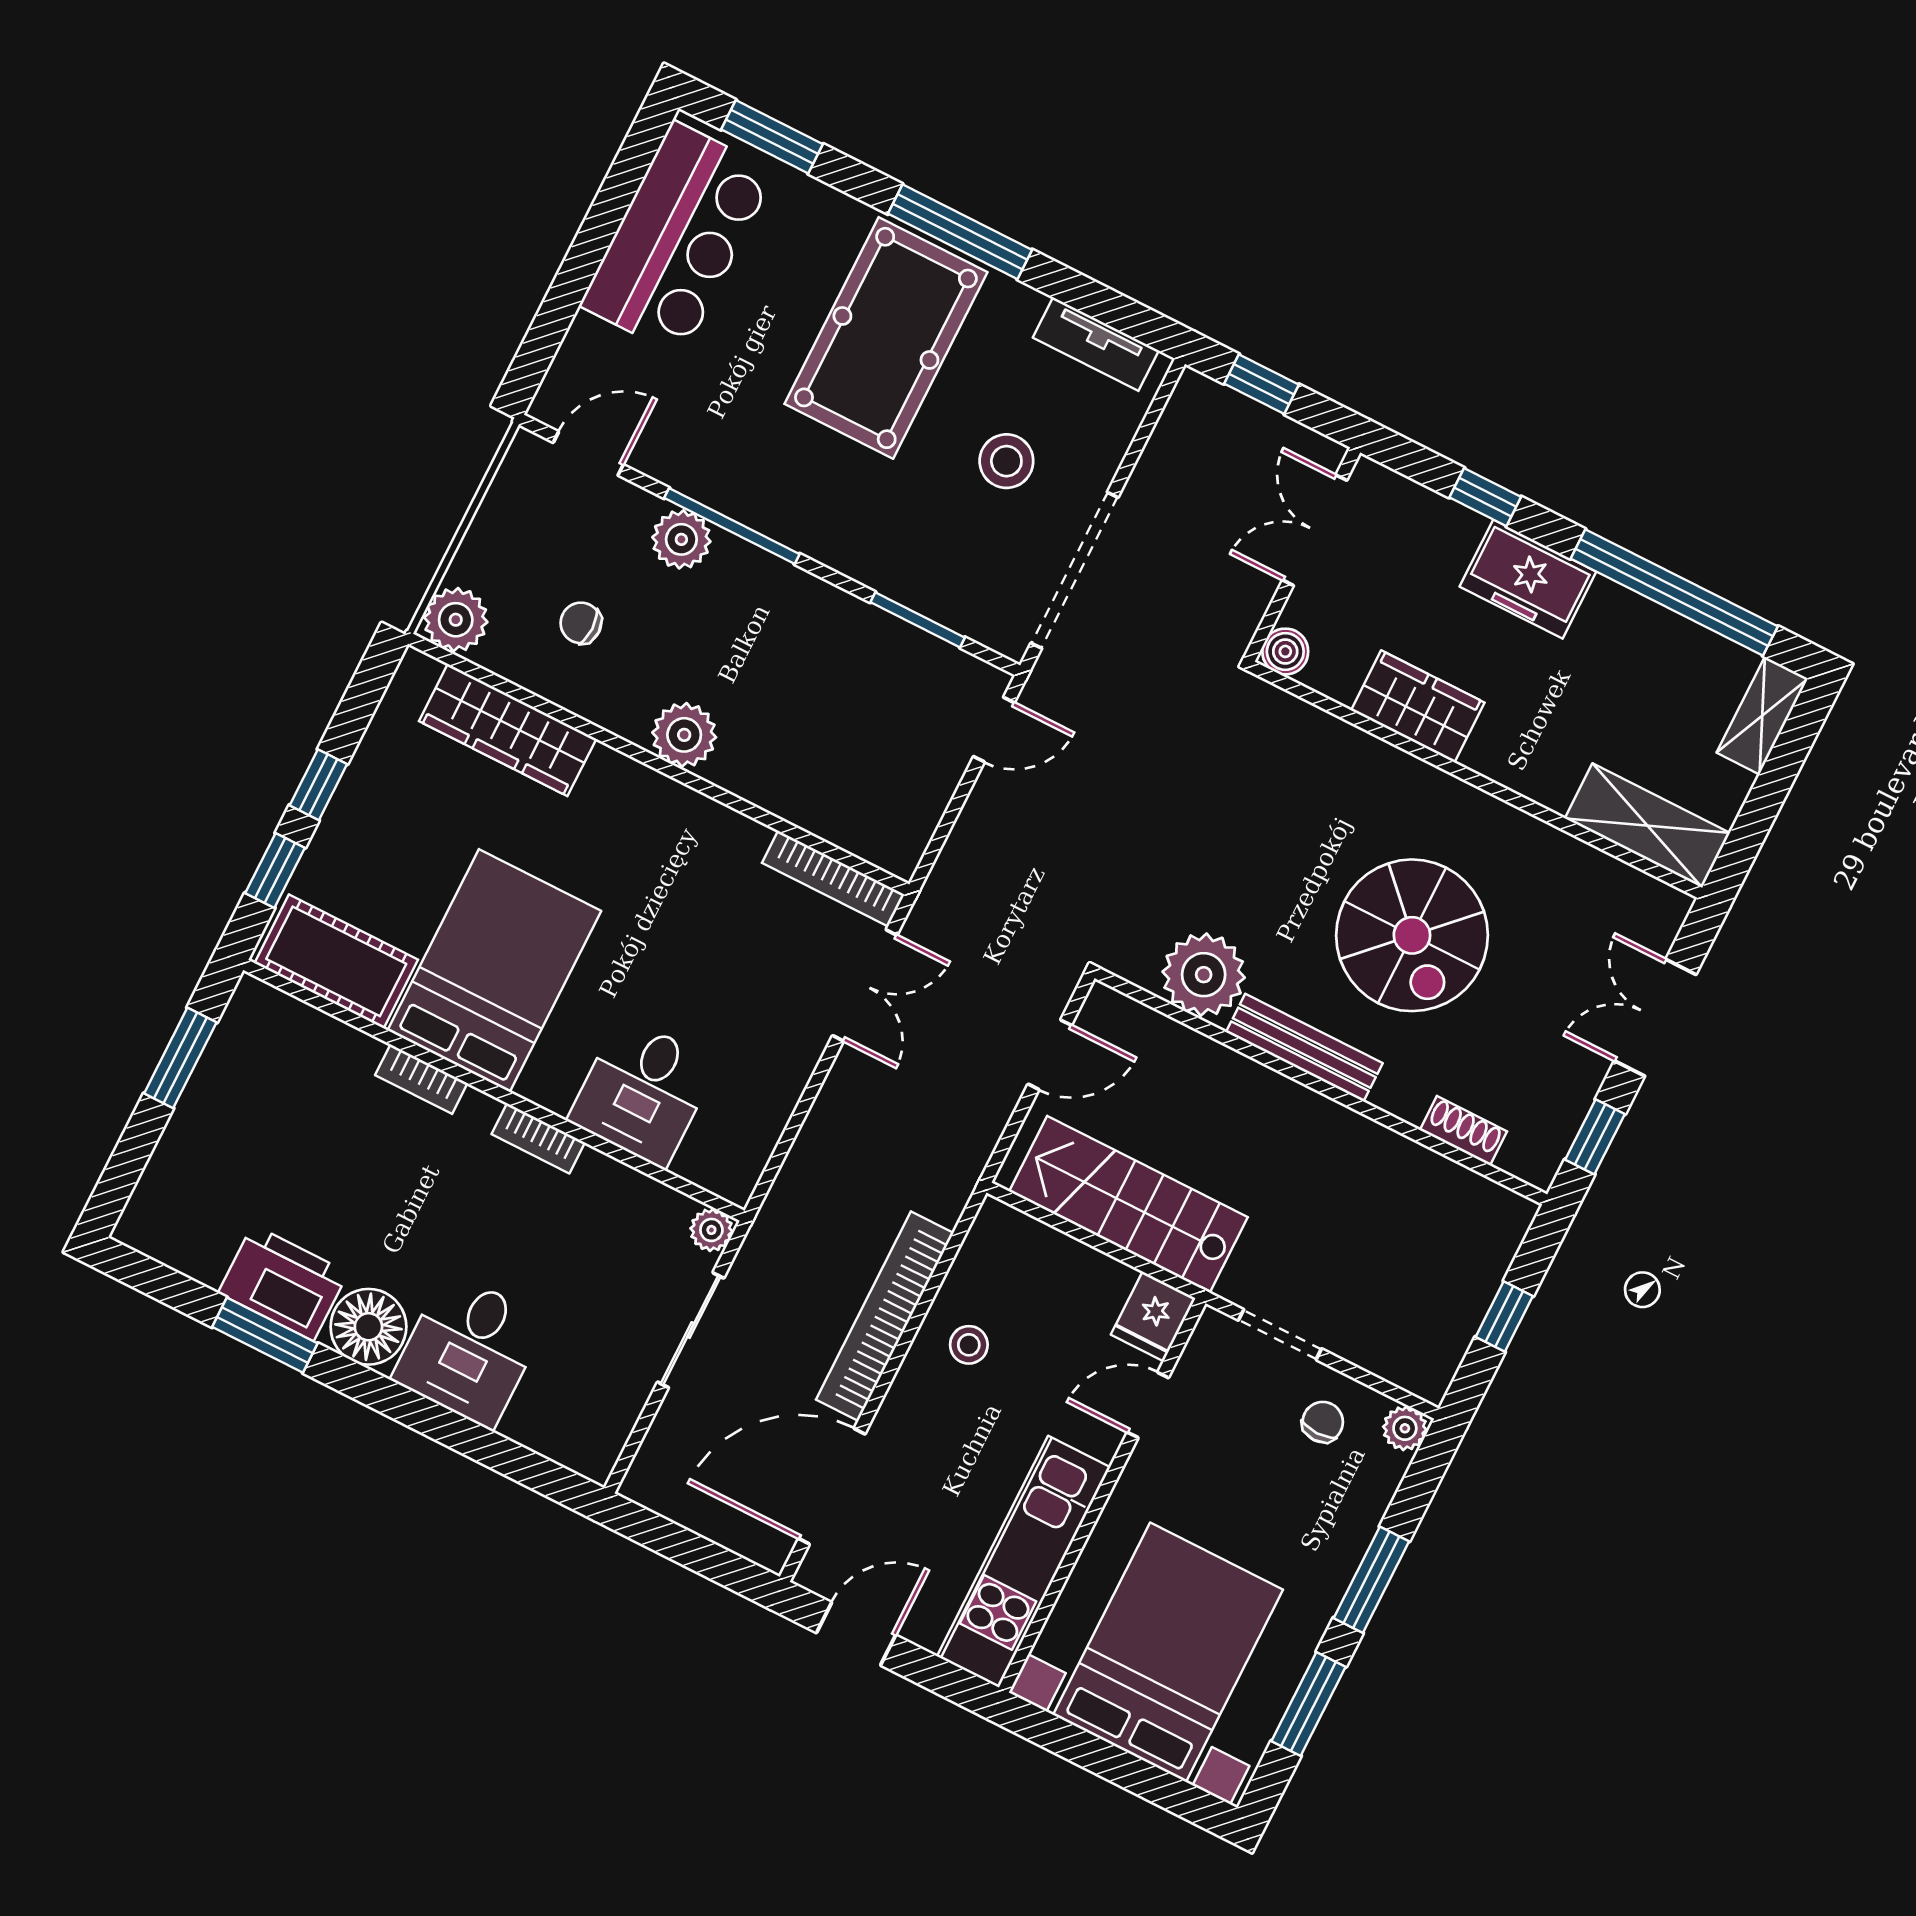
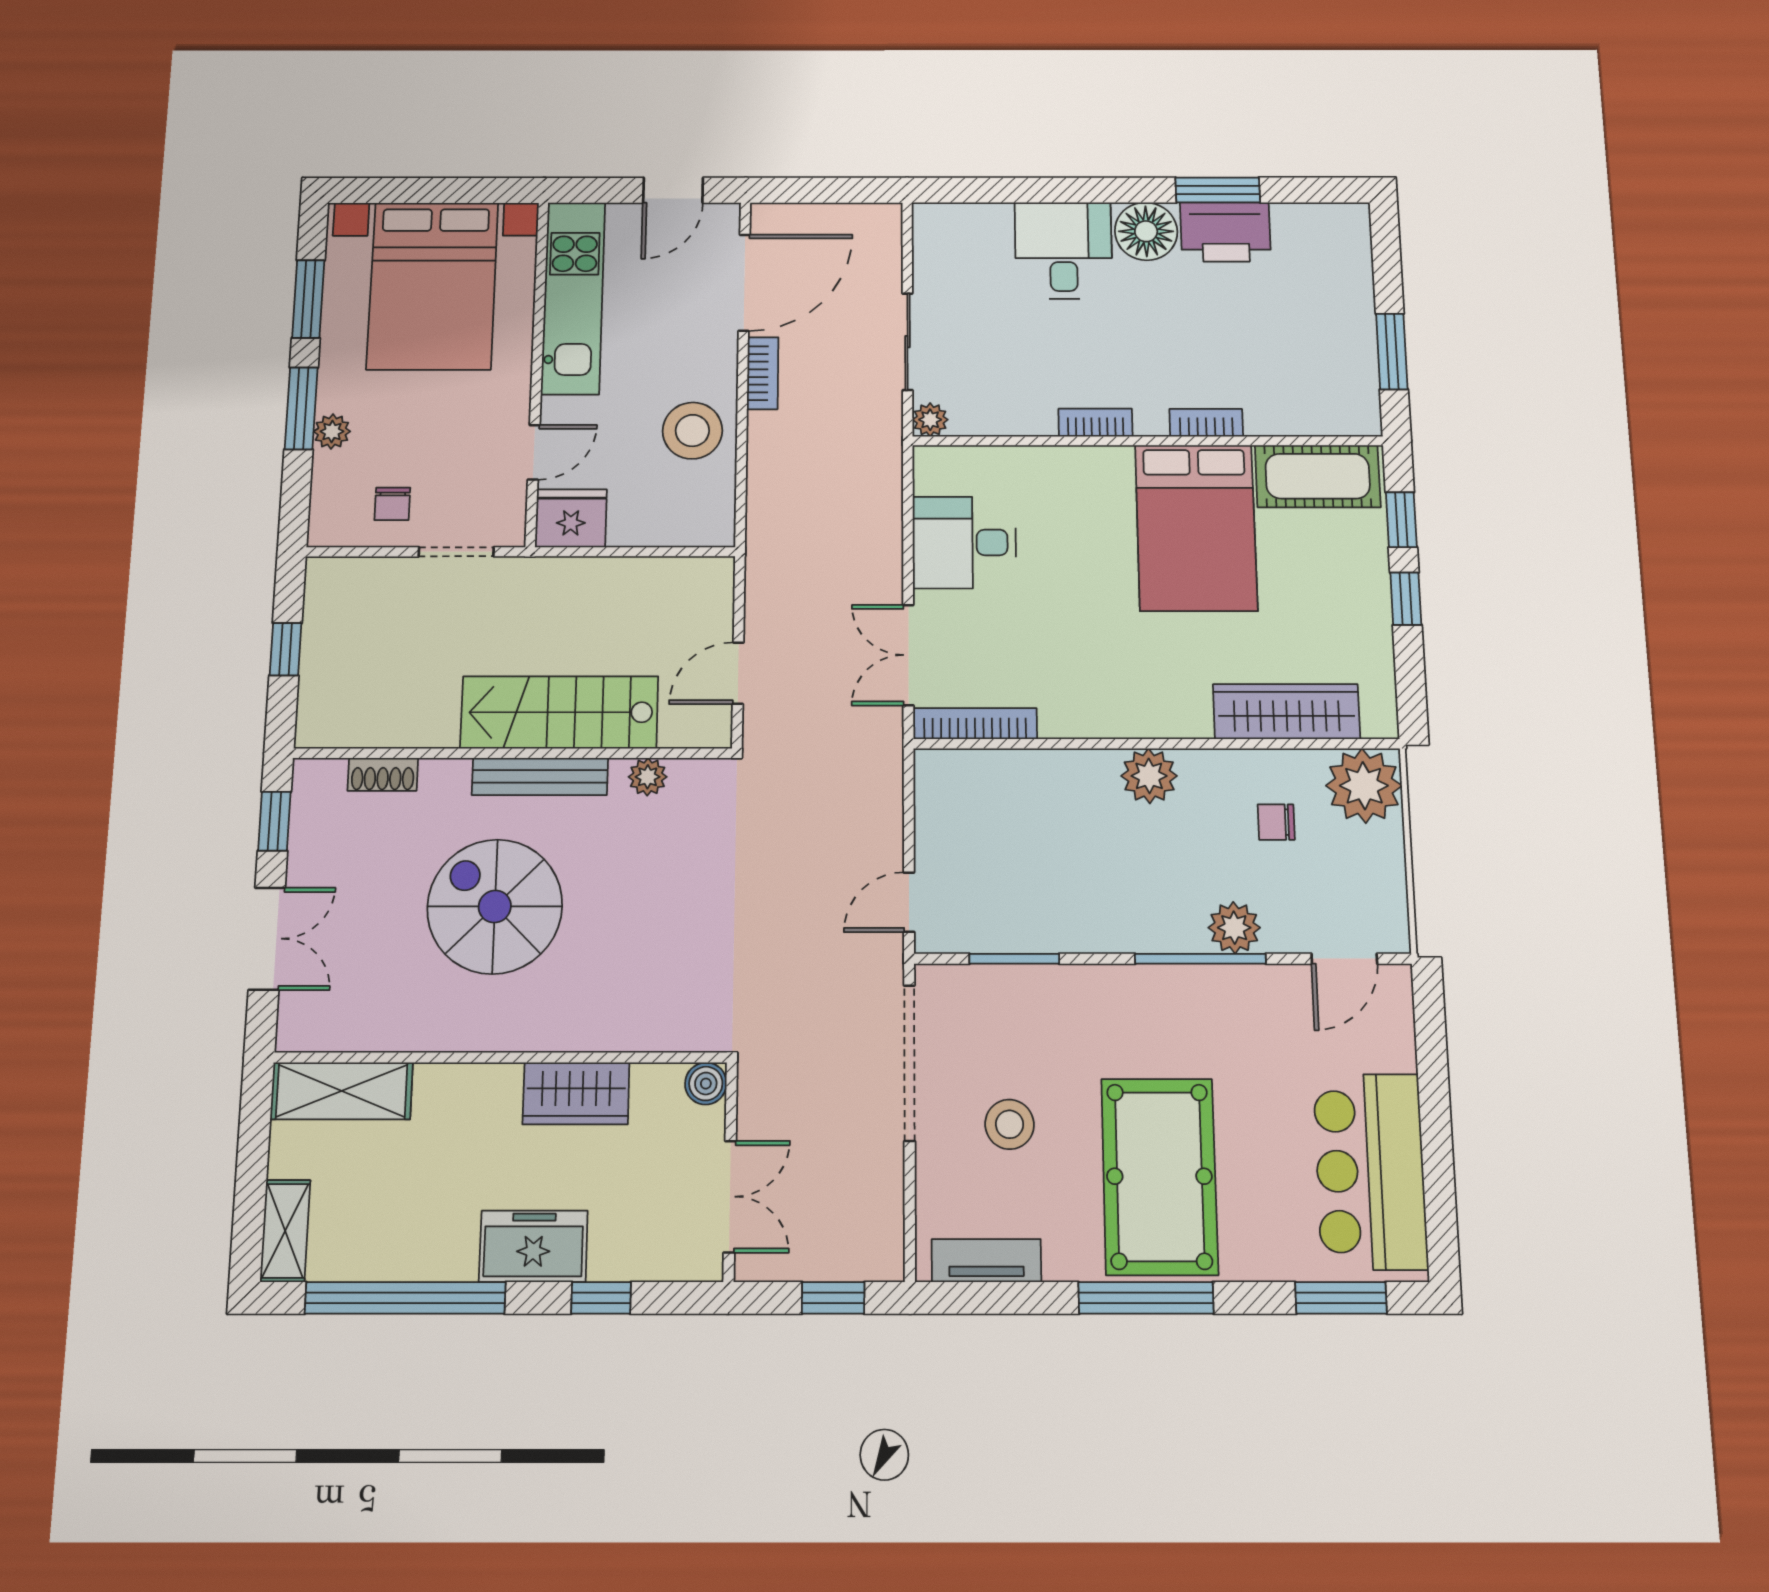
plant: (456, 620) -> (1364, 786), width x1.36, depth x1.36
chair: (581, 623) -> (1276, 822), turned 180
plant: (1204, 975) -> (648, 777), width x0.53, depth x0.53
desk: (643, 1092) -> (964, 542), moved, turned -90
stairs: (1128, 1204) -> (559, 712), moved, turned 180
bookcase: (885, 1316) -> (763, 373), width x0.43, depth x0.76
fridge: (1153, 1316) -> (571, 518), width x1.38
stool: (969, 1345) -> (692, 431), width x1.89, depth x1.89
plant: (1405, 1428) -> (332, 431), moved

